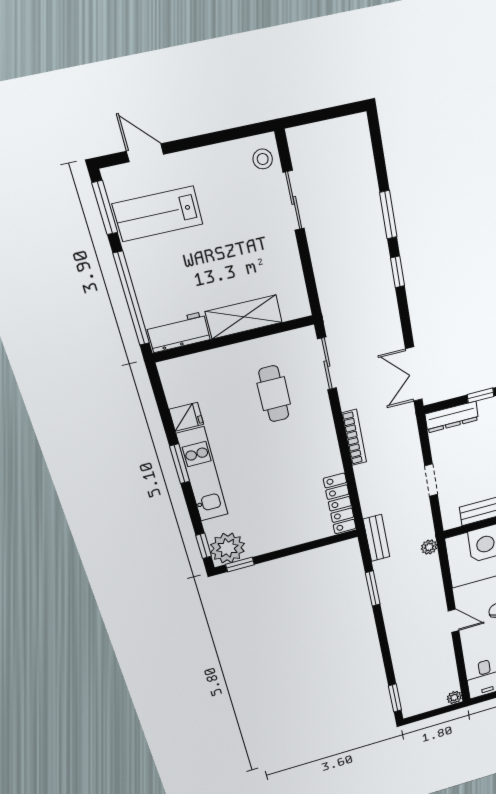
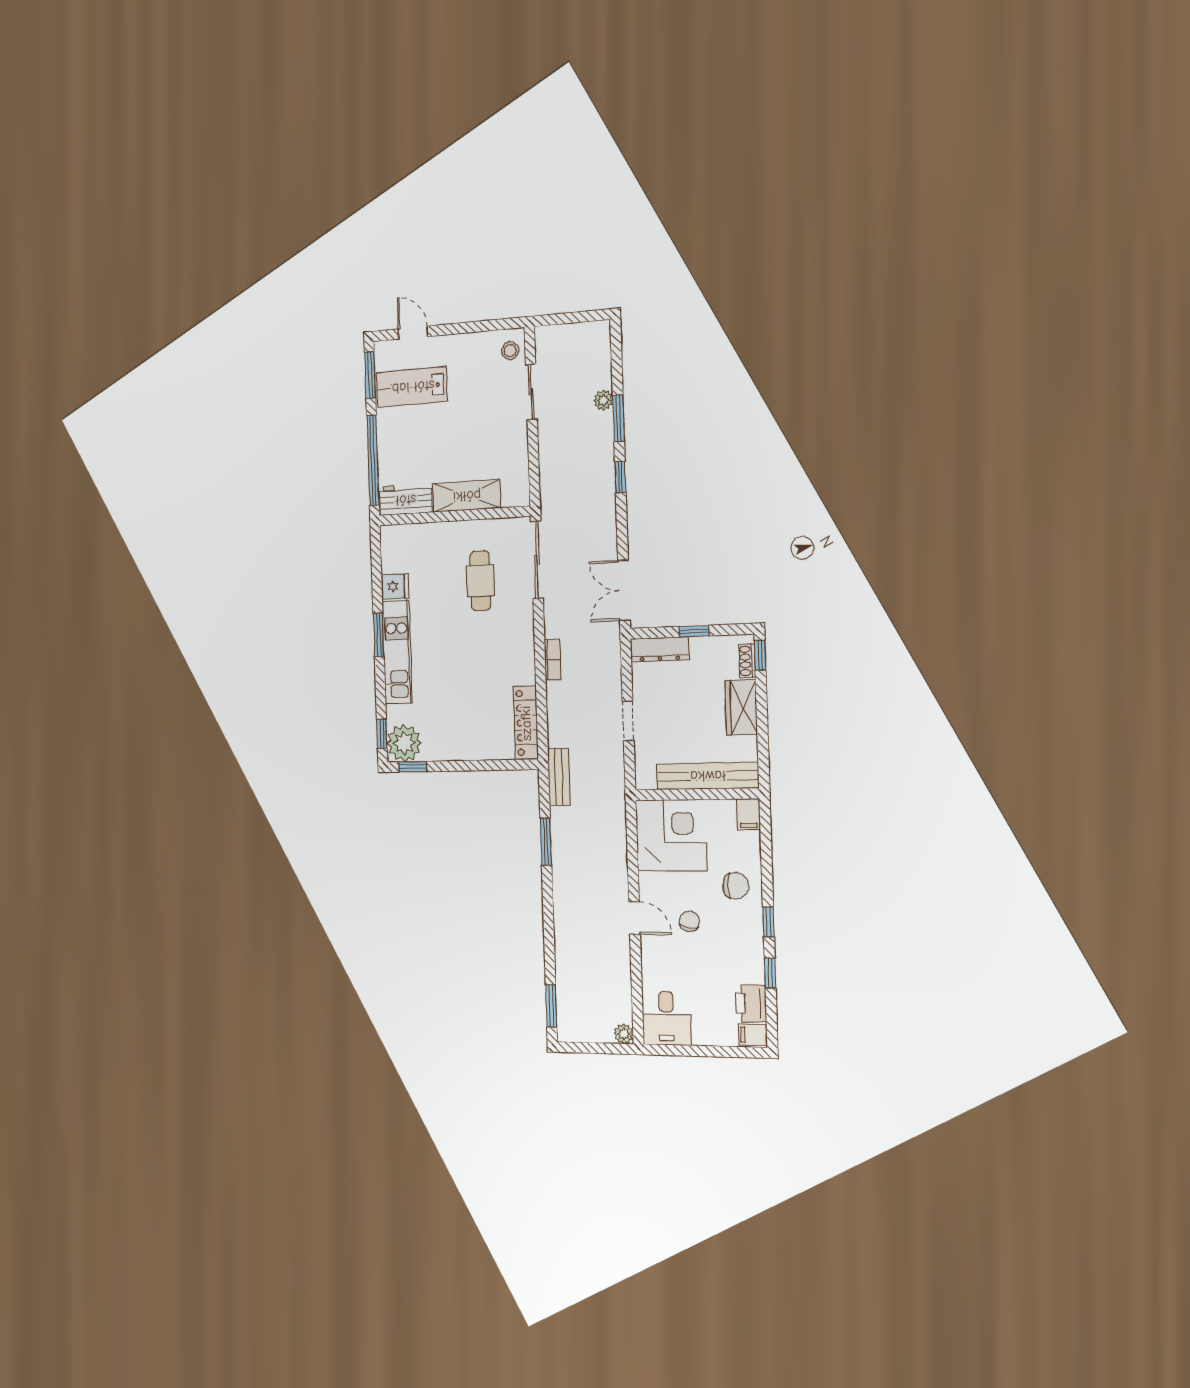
sliding door: (327, 364) -> (537, 560), width x1.37
bookcase: (354, 438) -> (553, 660), width x0.64
plant: (429, 547) -> (603, 400), moved

